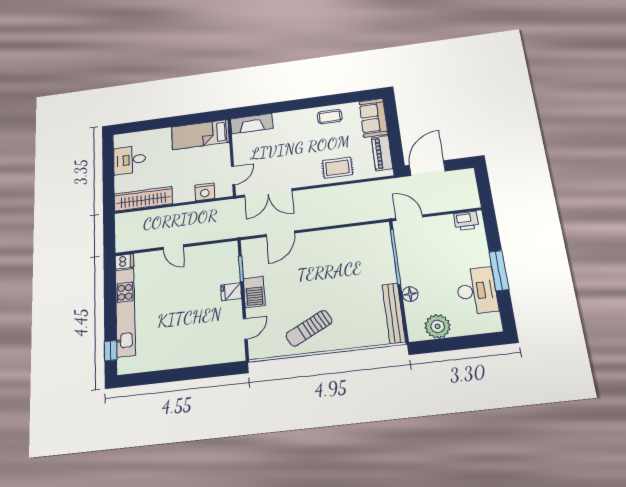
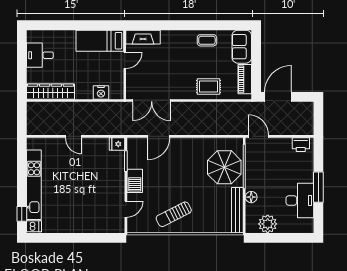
door: (233, 175) -> (125, 60), moved
dishwasher: (124, 261) -> (34, 226), moved
parasol: (369, 261) -> (224, 167), added
fridge: (231, 292) -> (117, 144), moved

